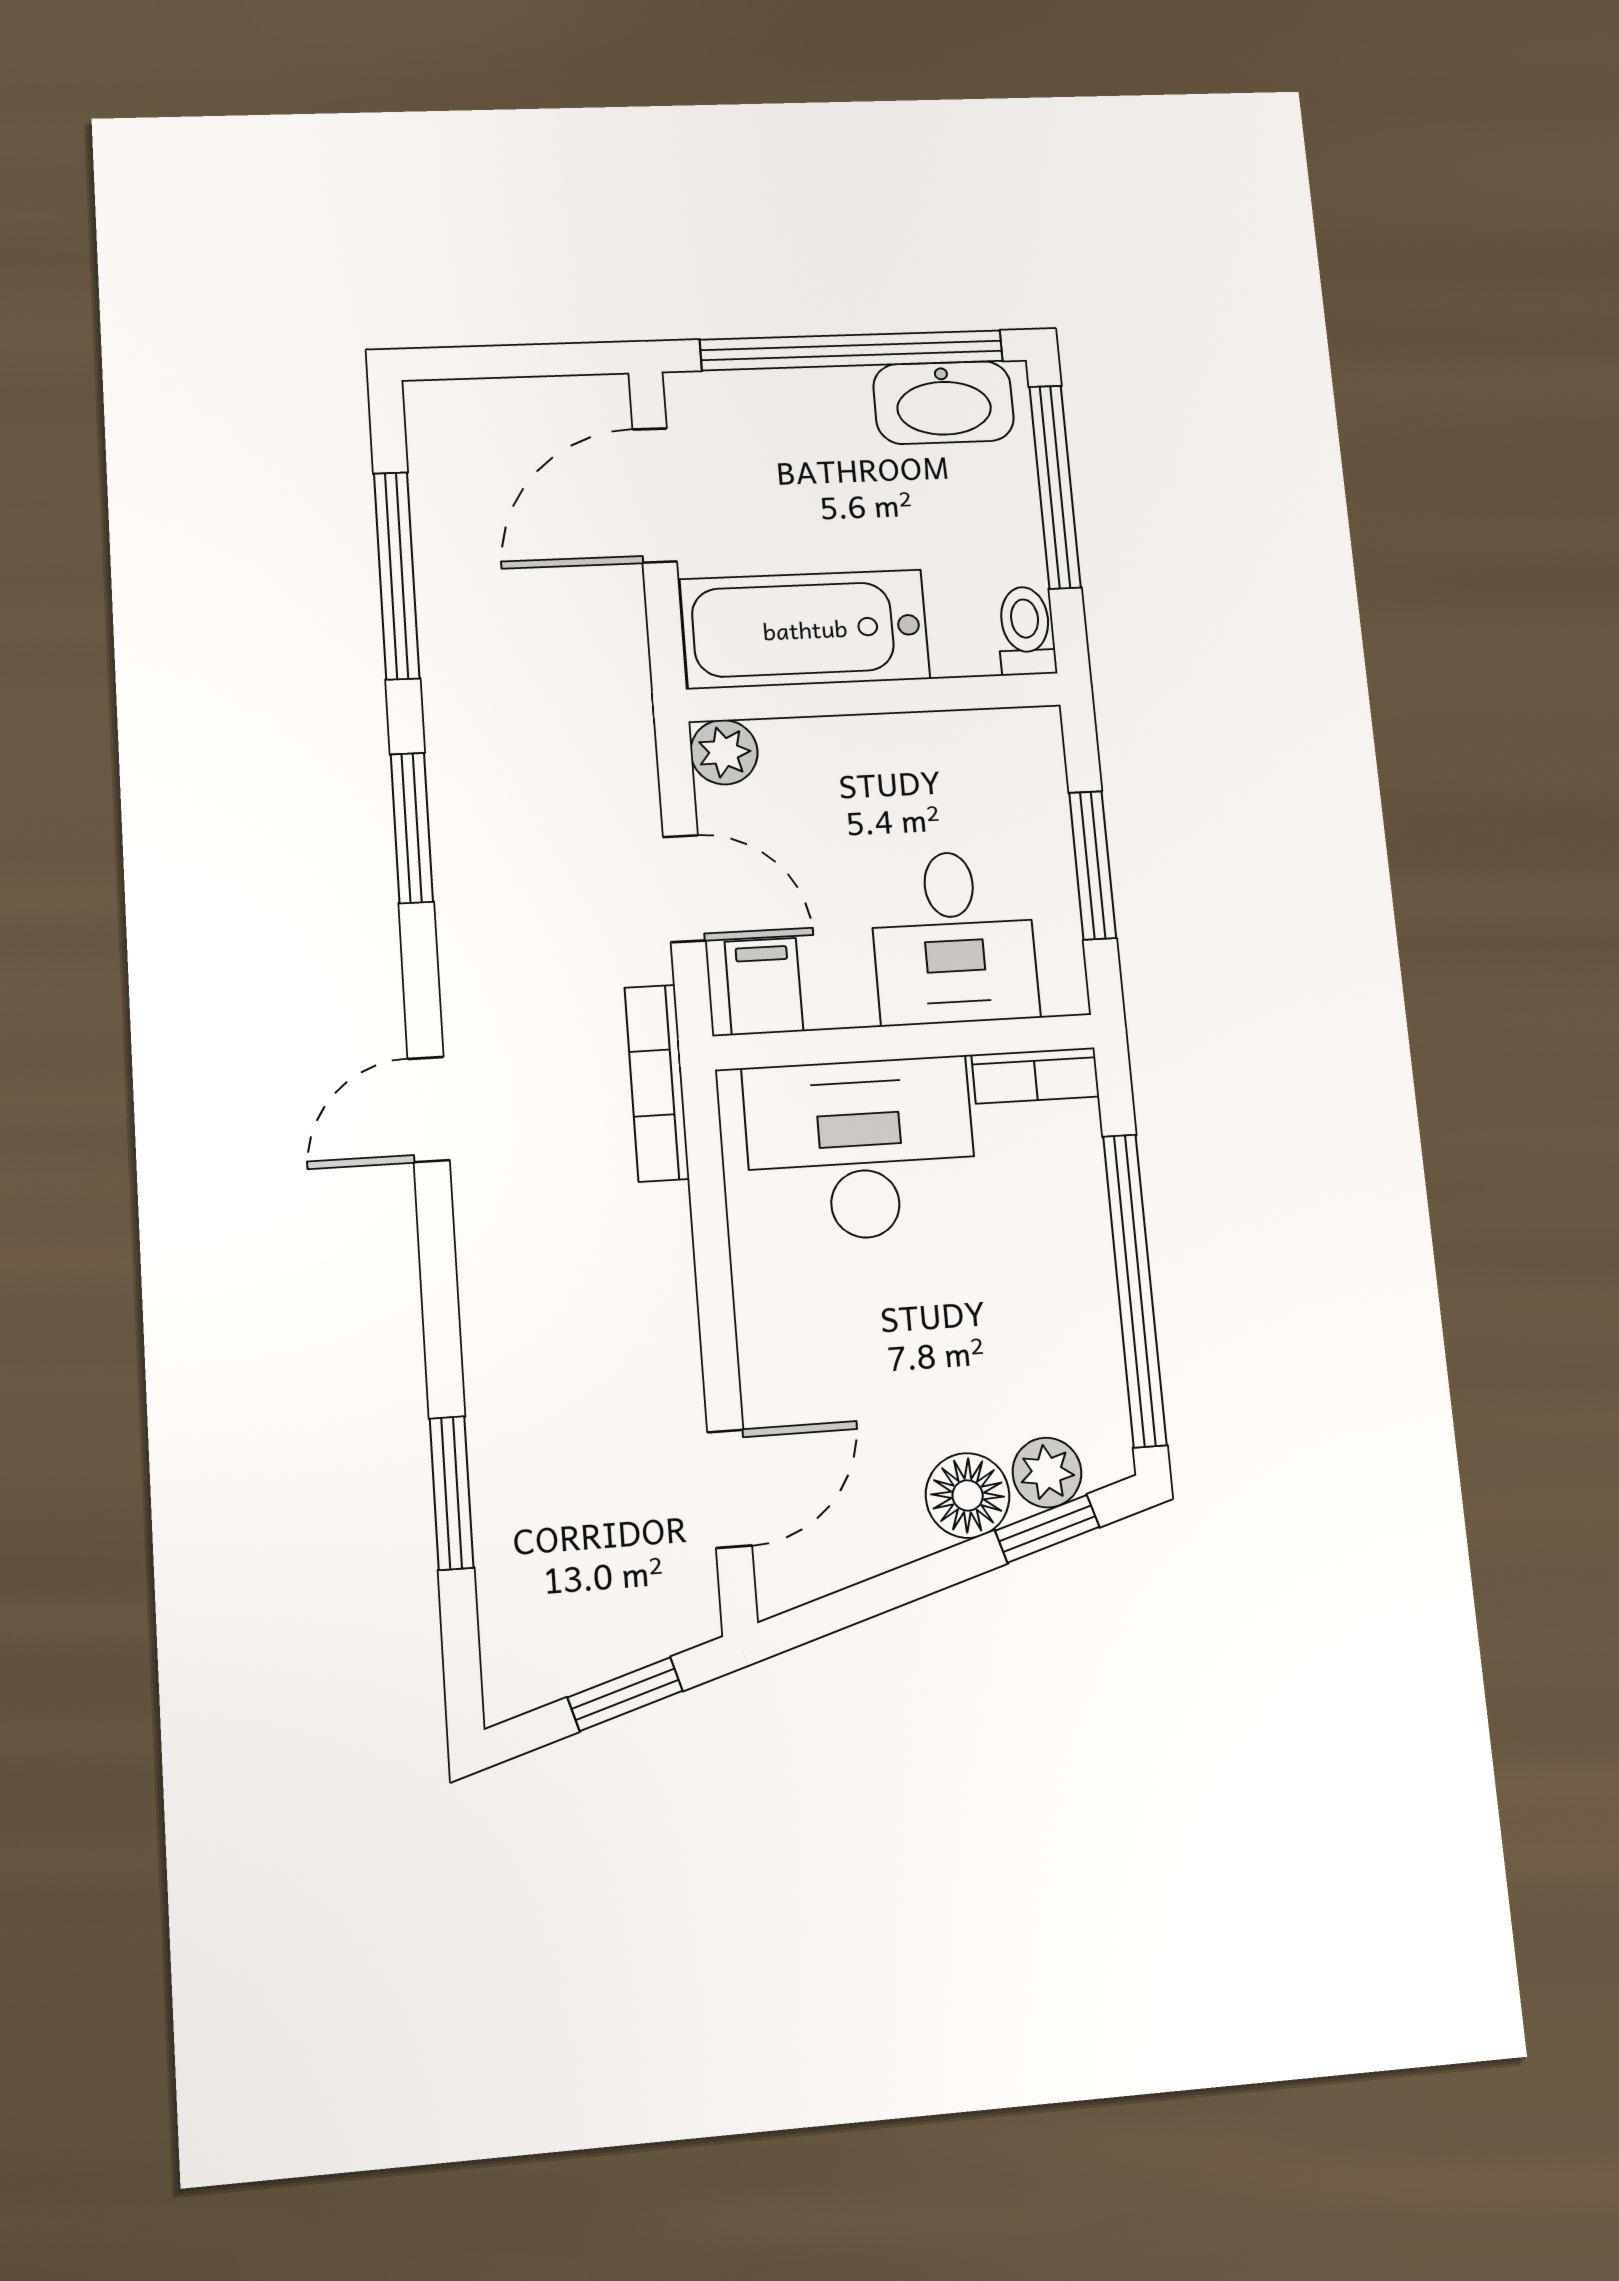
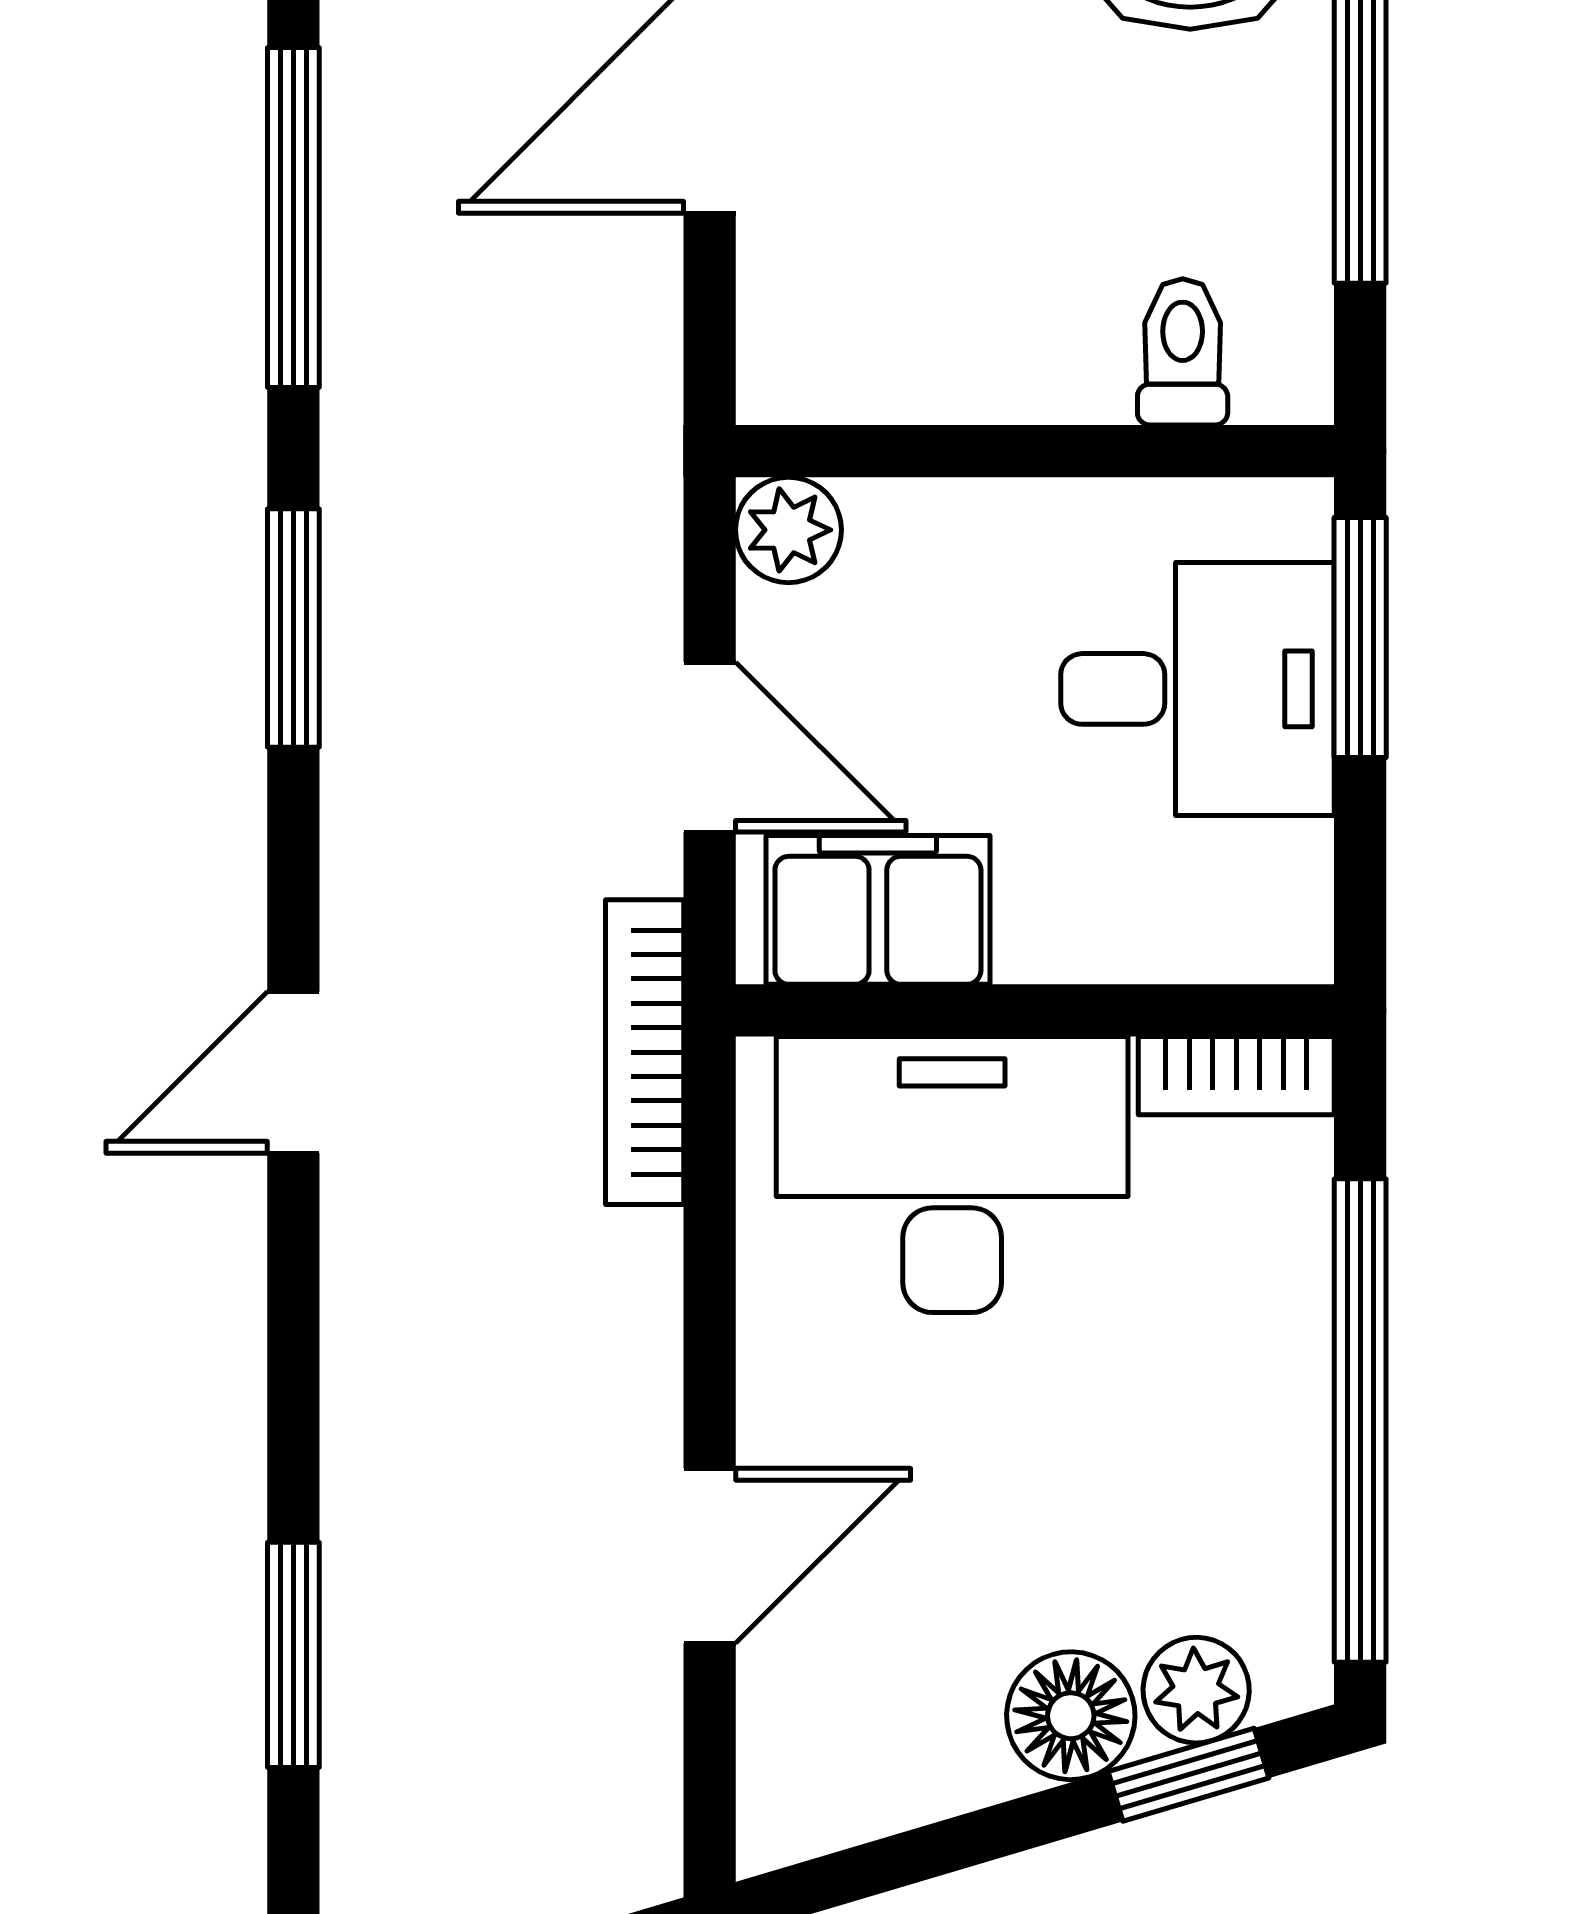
bathtub: (805, 629) -> (933, 334), removed
toilet: (1026, 631) -> (1183, 352), moved
window: (1093, 865) -> (1360, 637), moved
desk: (953, 937) -> (1197, 689), moved, turned -90
filing cabinet: (764, 986) -> (878, 910), width x2.00
door: (730, 1489) -> (710, 1556), moved

